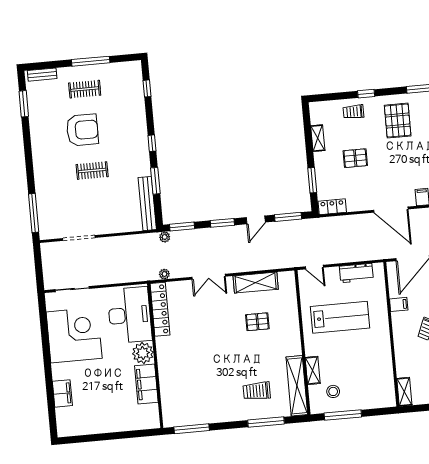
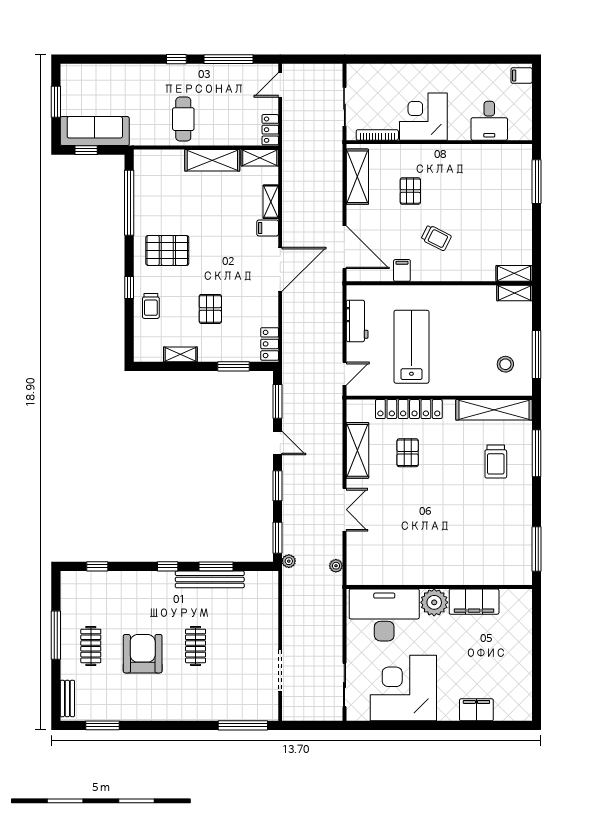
bench: (147, 204) -> (210, 579), moved
locker: (160, 309) -> (409, 409), moved, turned 180
shelving: (313, 370) -> (514, 293), moved

